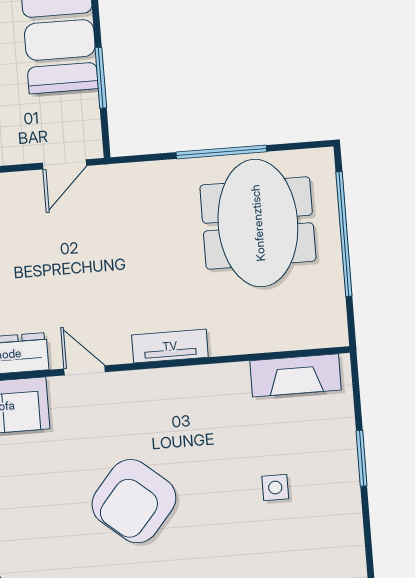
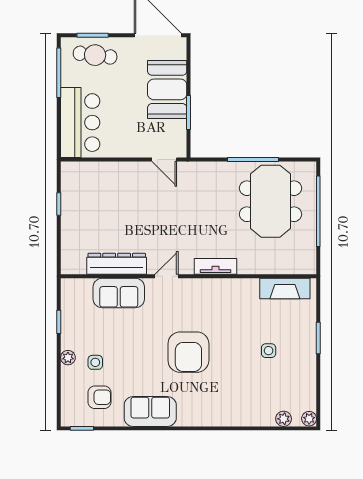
door: (64, 164) -> (164, 160), hinge flipped
door: (85, 370) -> (166, 276), hinge flipped
armchair: (134, 501) -> (188, 352), turned -40

